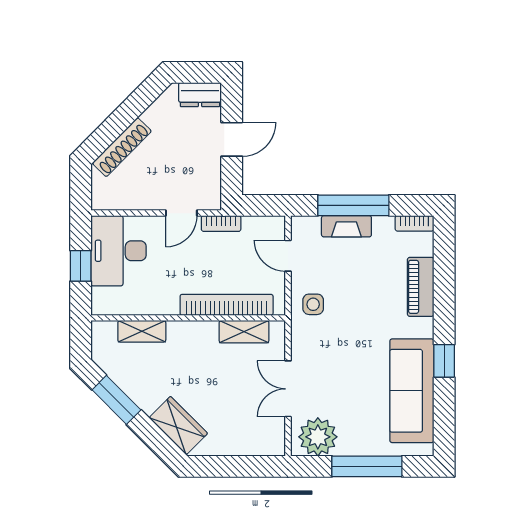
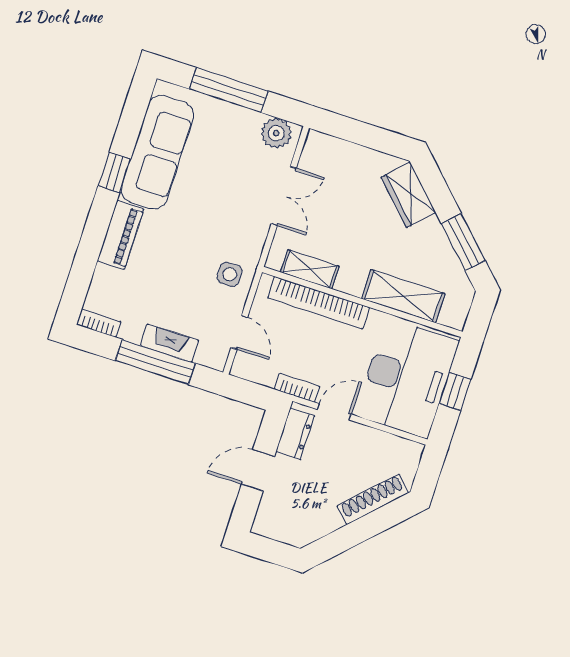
dresser: (200, 95) -> (295, 434), moved, turned 90
desk: (119, 251) -> (407, 378), width x1.36, depth x1.30
piano: (421, 287) -> (121, 235), moved
shelving: (142, 331) -> (403, 296), width x1.50, depth x1.33
plant: (318, 437) -> (276, 133), width x0.73, depth x0.73

